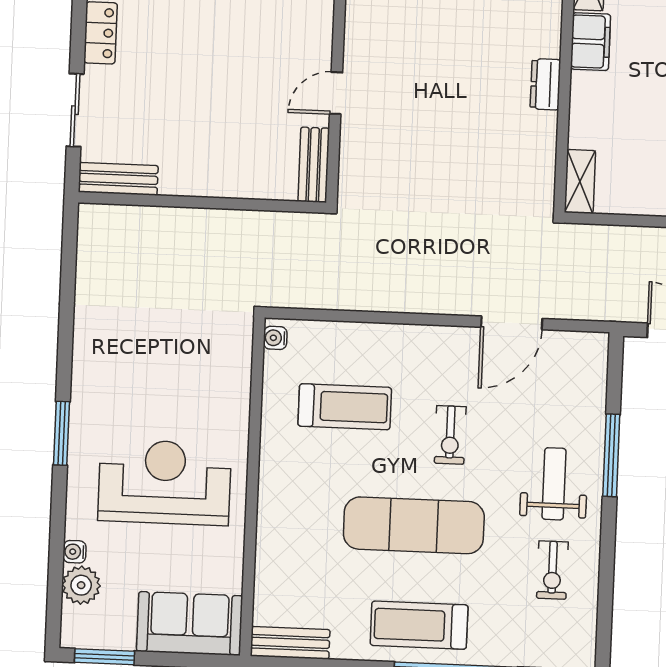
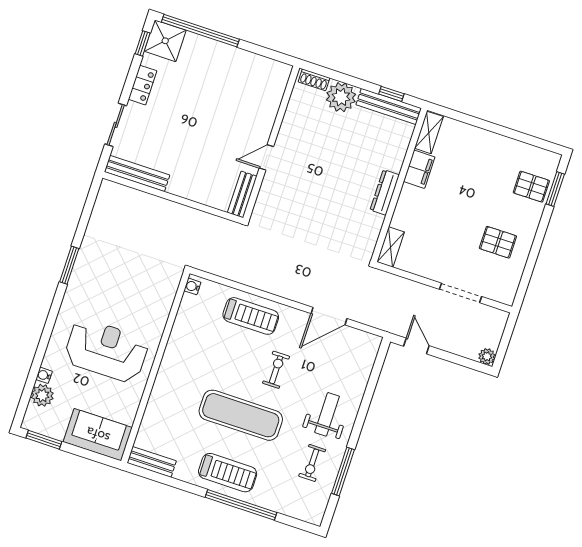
dresser: (545, 84) -> (385, 192), width x1.44
bench: (118, 179) -> (137, 173), width x1.36
treadmill: (345, 407) -> (251, 316), moved
window: (61, 433) -> (69, 265), moved
exercise bike: (450, 435) -> (276, 370), turned 180
window: (611, 455) -> (343, 472), moved
treadmill: (419, 625) -> (228, 473), turned 180

